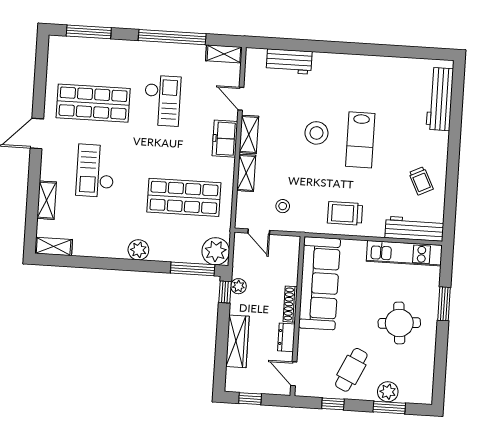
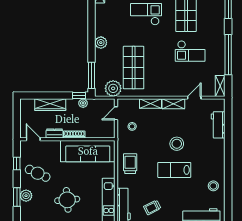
stool: (391, 76) -> (213, 186), added
freezer: (225, 139) -> (170, 90), removed
plant: (216, 251) -> (113, 88), moved
door: (294, 374) -> (33, 139), hinge flipped
window: (250, 399) -> (17, 114), removed

